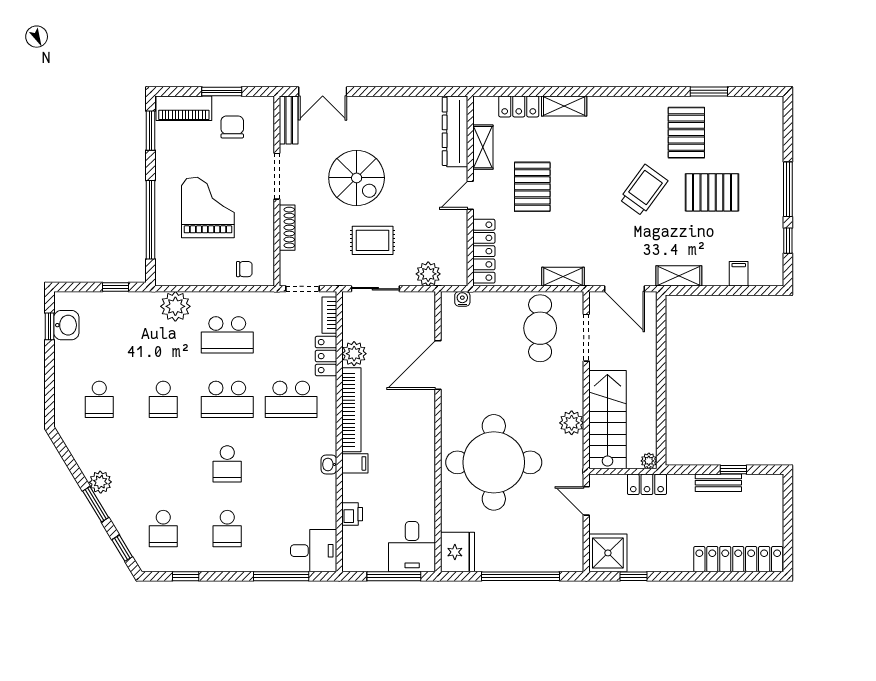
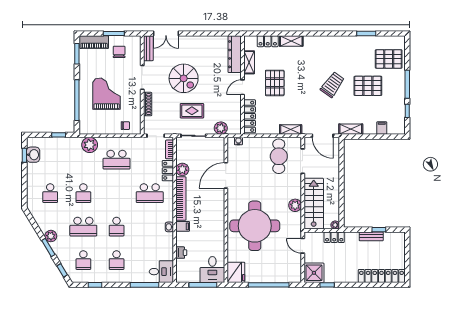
pallet: (686, 133) -> (389, 59), moved, turned 90
school desk: (227, 399) -> (83, 227), moved

